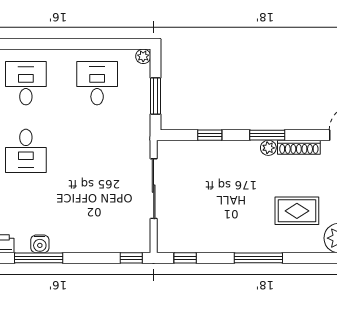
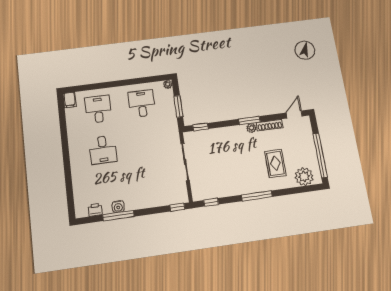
window: (210, 135) -> (201, 127), moved
rug: (297, 211) -> (275, 163), turned 90

